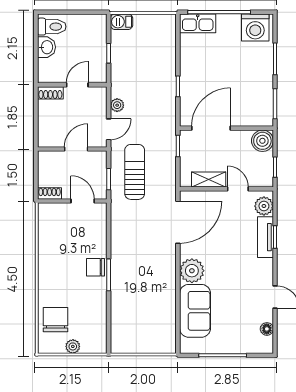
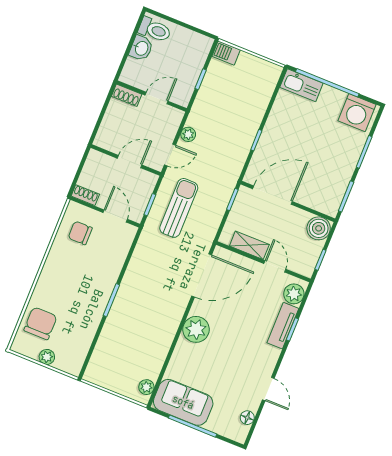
chair: (95, 267) -> (80, 233), moved
sofa: (195, 311) -> (183, 402), moved, turned -90
plant: (169, 338) -> (146, 387), added

